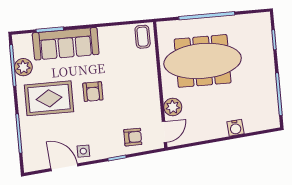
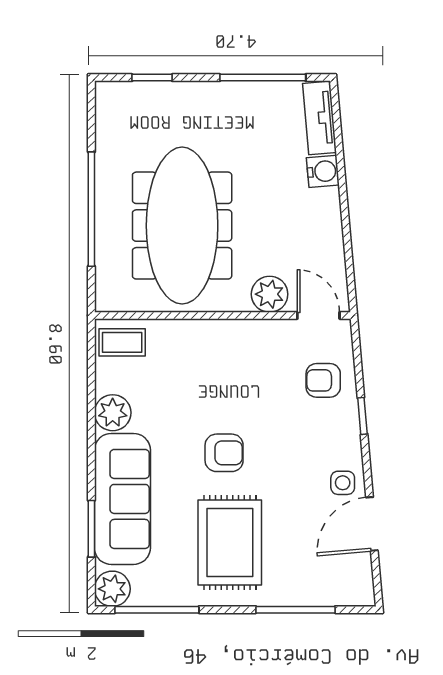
plant: (108, 35) -> (113, 413), added
plant: (23, 67) -> (112, 589), moved
tv unit: (262, 124) -> (320, 118), added
armchair: (133, 137) -> (323, 380), turned -90

